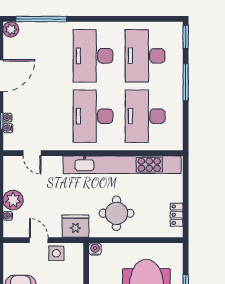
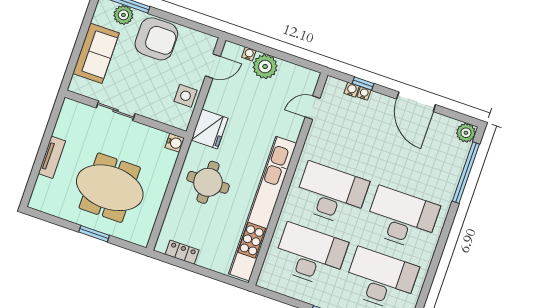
door: (39, 240) -> (213, 66), moved

